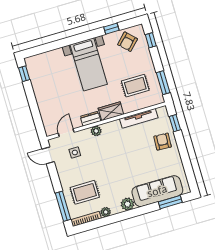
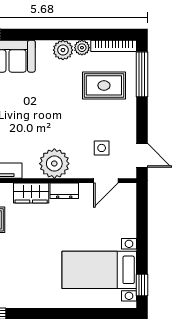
bed with nightstands: (89, 64) -> (99, 270), moved, turned -90
plant: (96, 131) -> (54, 164), width x1.88, depth x1.88
plant: (127, 204) -> (63, 50), moved

